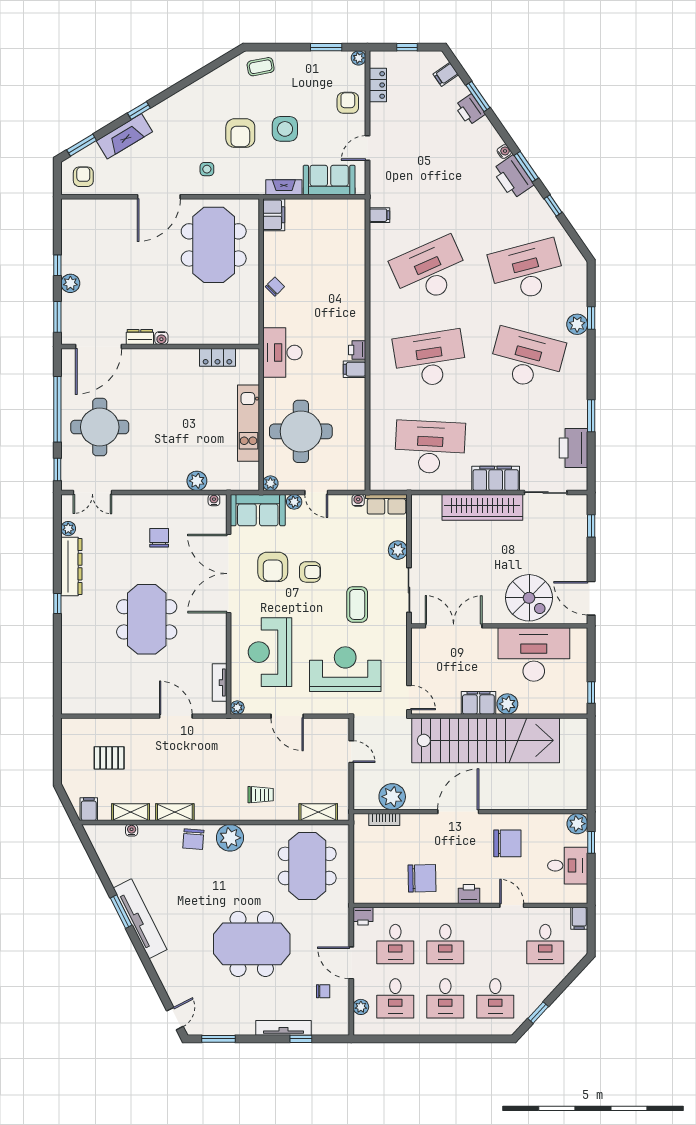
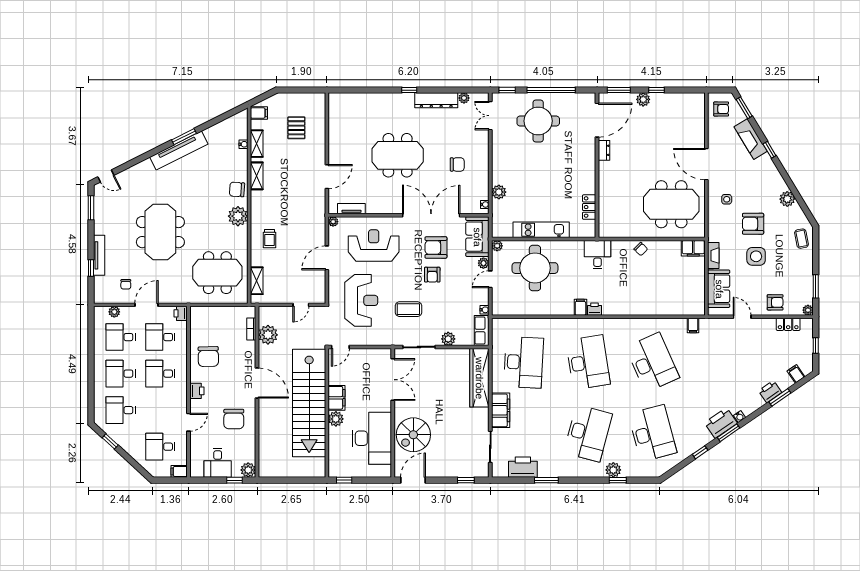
plant: (206, 86) -> (787, 199), added
water cooler: (161, 338) -> (603, 166), removed
door: (99, 346) -> (597, 120), swing flipped
desk: (282, 353) -> (598, 255), width x0.73
wardrobe: (482, 507) -> (479, 378), moved

